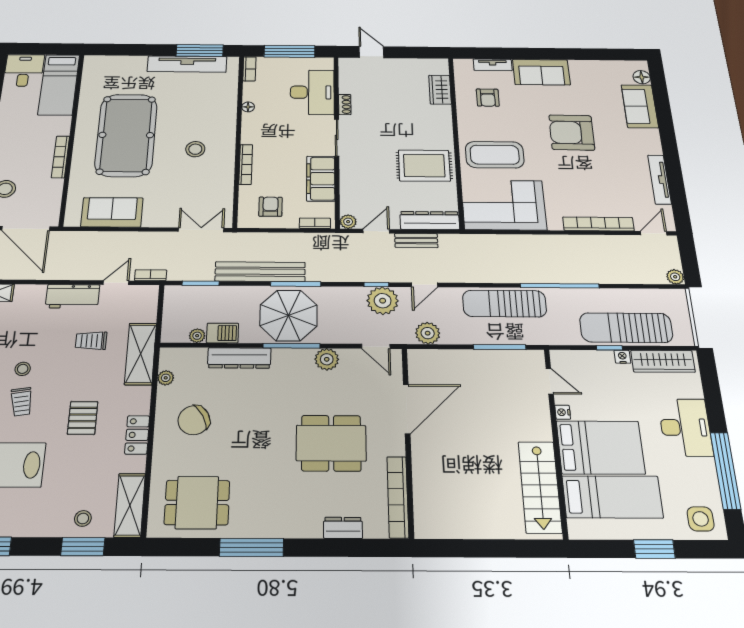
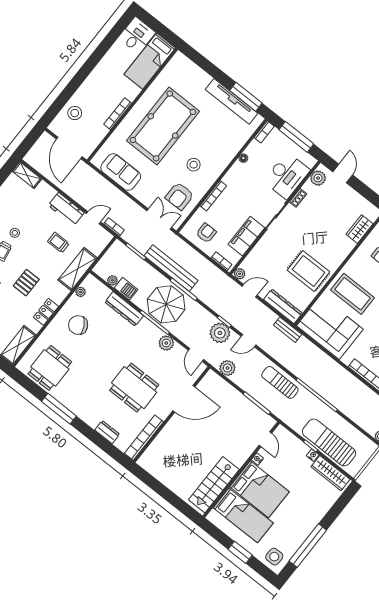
plant: (349, 73) -> (318, 178), added
armchair: (206, 191) -> (180, 196), added
bench: (416, 241) -> (288, 330), moved
sun lounger: (504, 304) -> (280, 382), width x0.73, depth x0.75
desk: (685, 427) -> (309, 512), removed
dining table: (197, 502) -> (50, 368), turned 90

